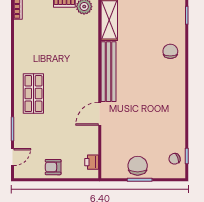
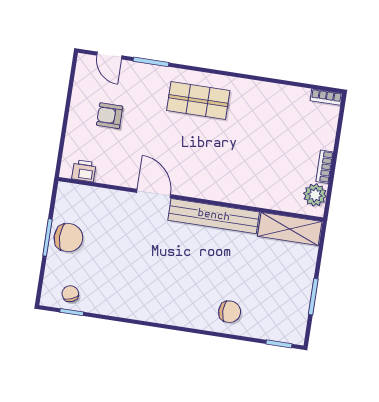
armchair: (53, 167) -> (110, 116), moved, turned -90

